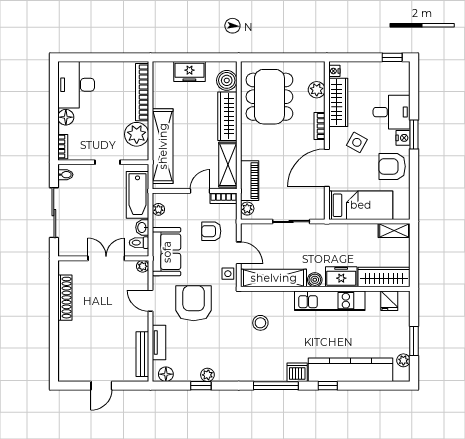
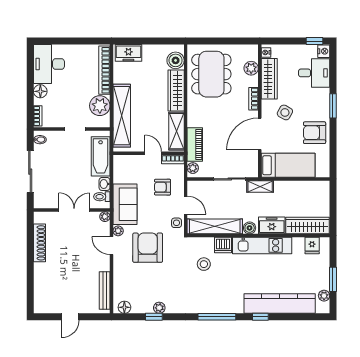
freezer: (189, 72) -> (128, 53), moved
desk: (392, 112) -> (314, 73), moved
nightstand: (403, 138) -> (324, 51), moved
door: (200, 191) -> (153, 153), hinge flipped
plant: (158, 209) -> (118, 231), moved
shelving: (394, 231) -> (260, 187), moved
tv unit: (159, 342) -> (119, 281), removed
dishwasher: (297, 372) -> (223, 245), moved, turned 180

